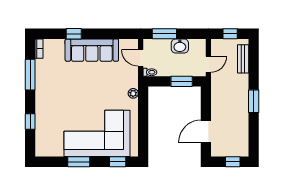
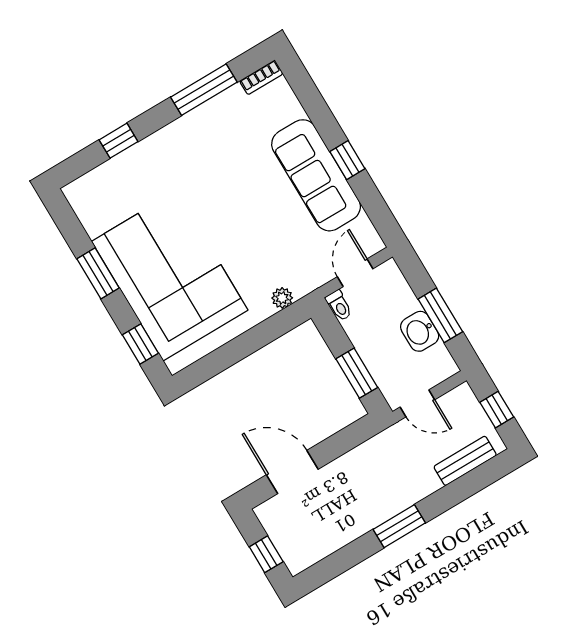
window: (74, 34) -> (347, 160), moved
window: (164, 34) -> (440, 315), moved

